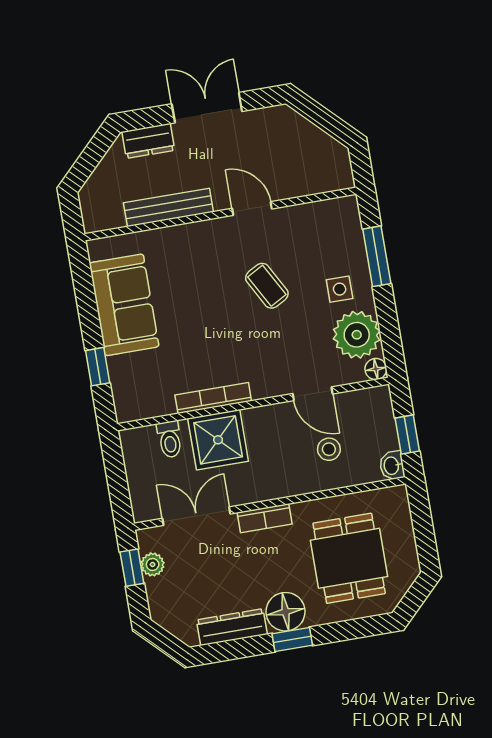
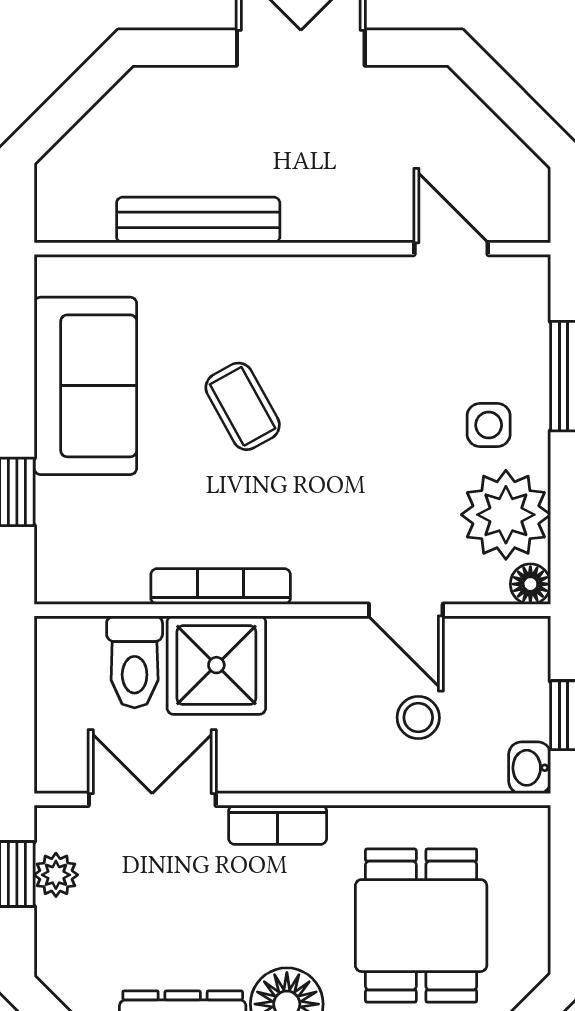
dresser: (148, 141) -> (182, 91), removed
door: (252, 209) -> (451, 249), moved
coffee table: (267, 286) -> (243, 406), moved
toilet: (170, 439) -> (135, 662), width x1.37, depth x1.39

